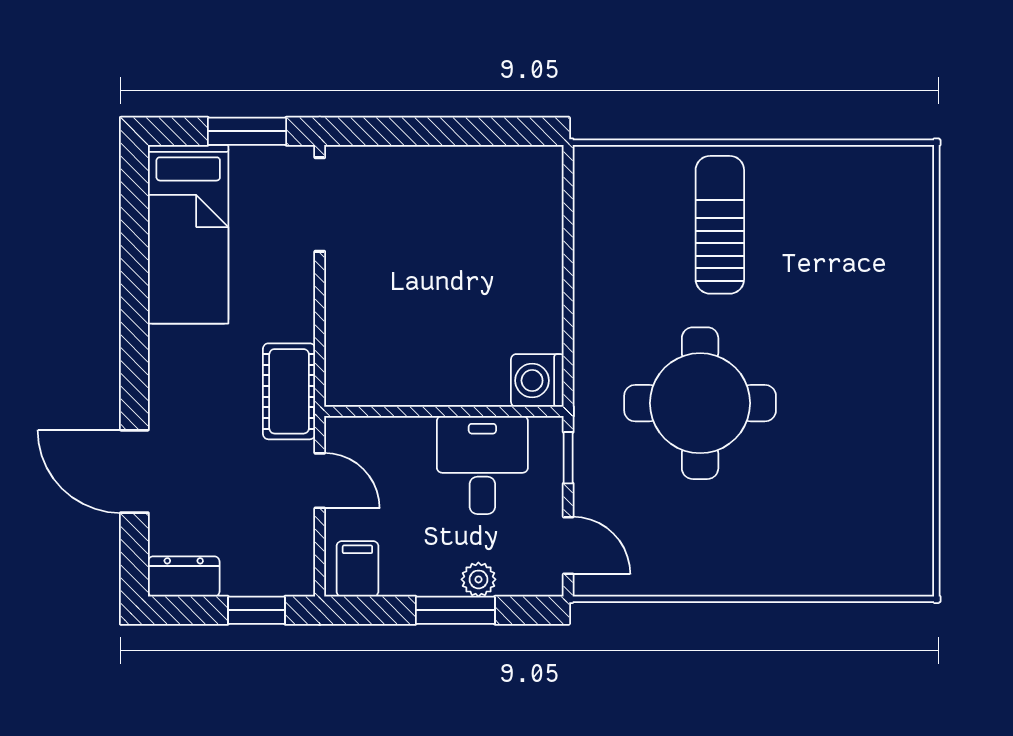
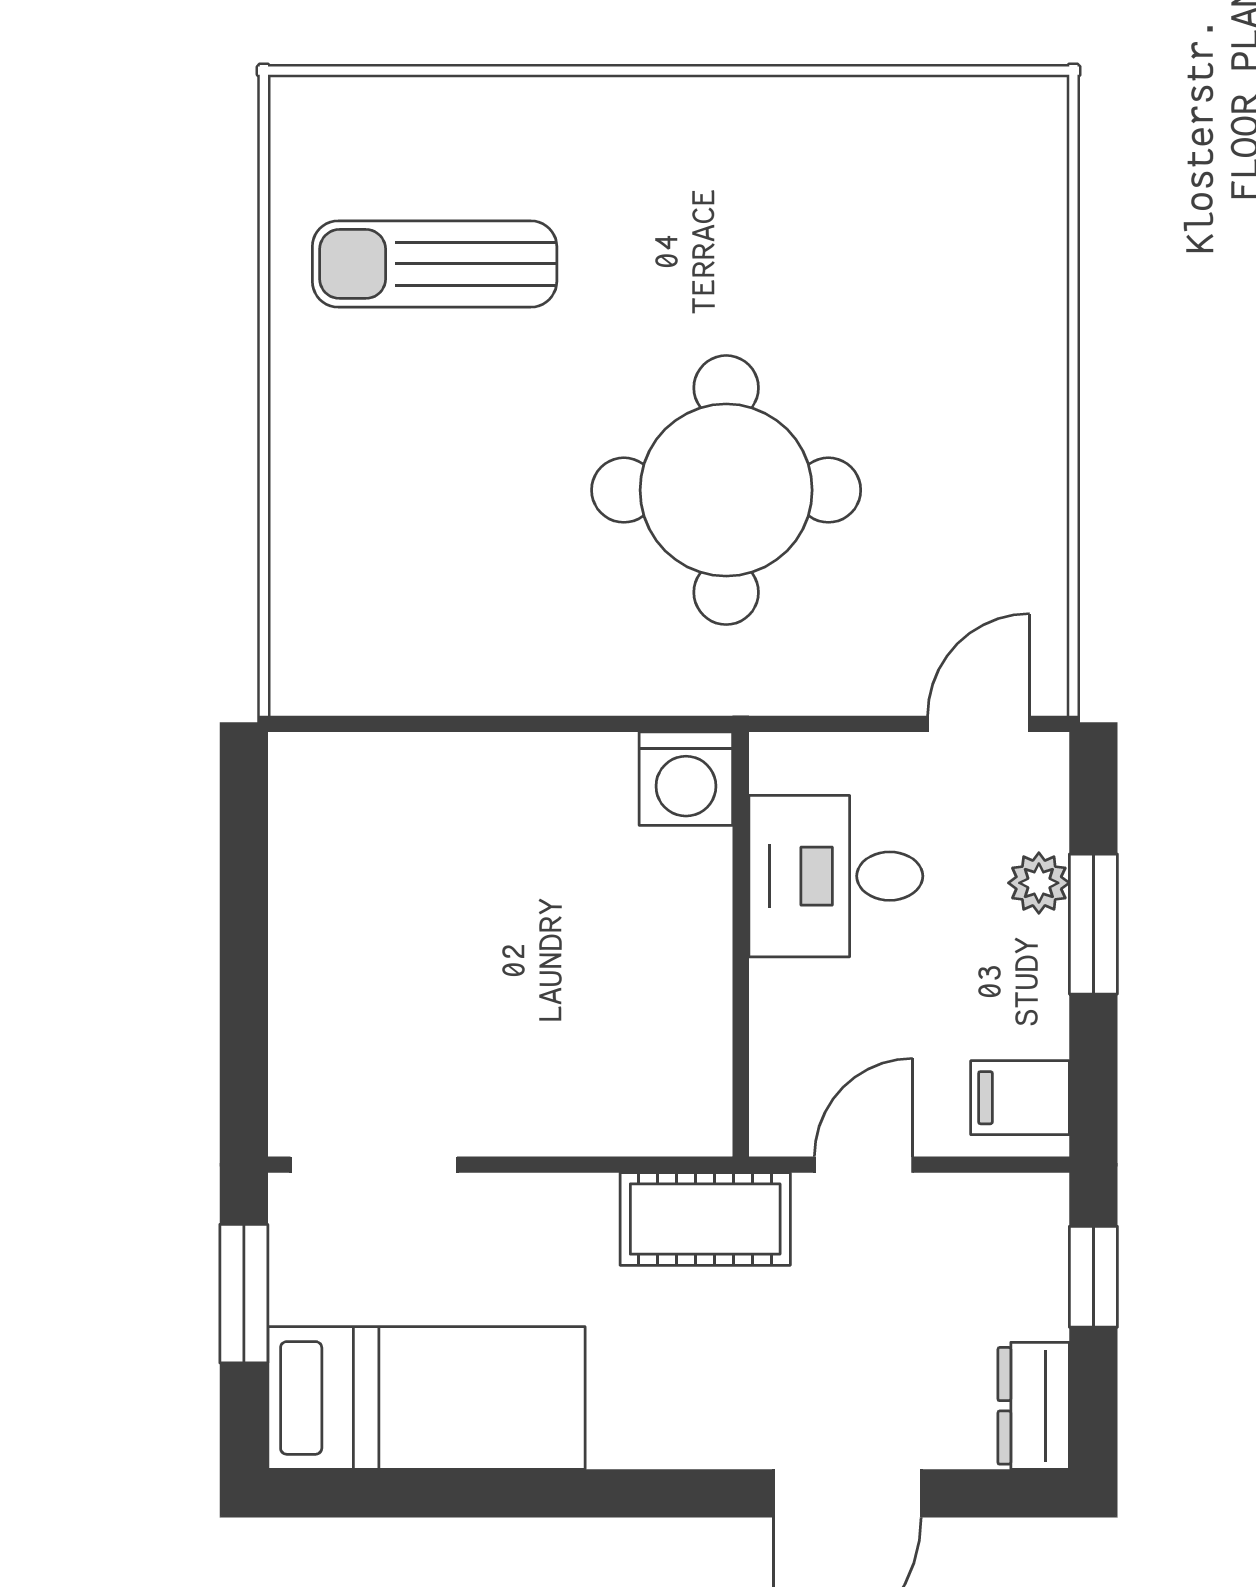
sun lounger: (720, 225) -> (435, 264), moved
window: (568, 458) -> (823, 724), removed

